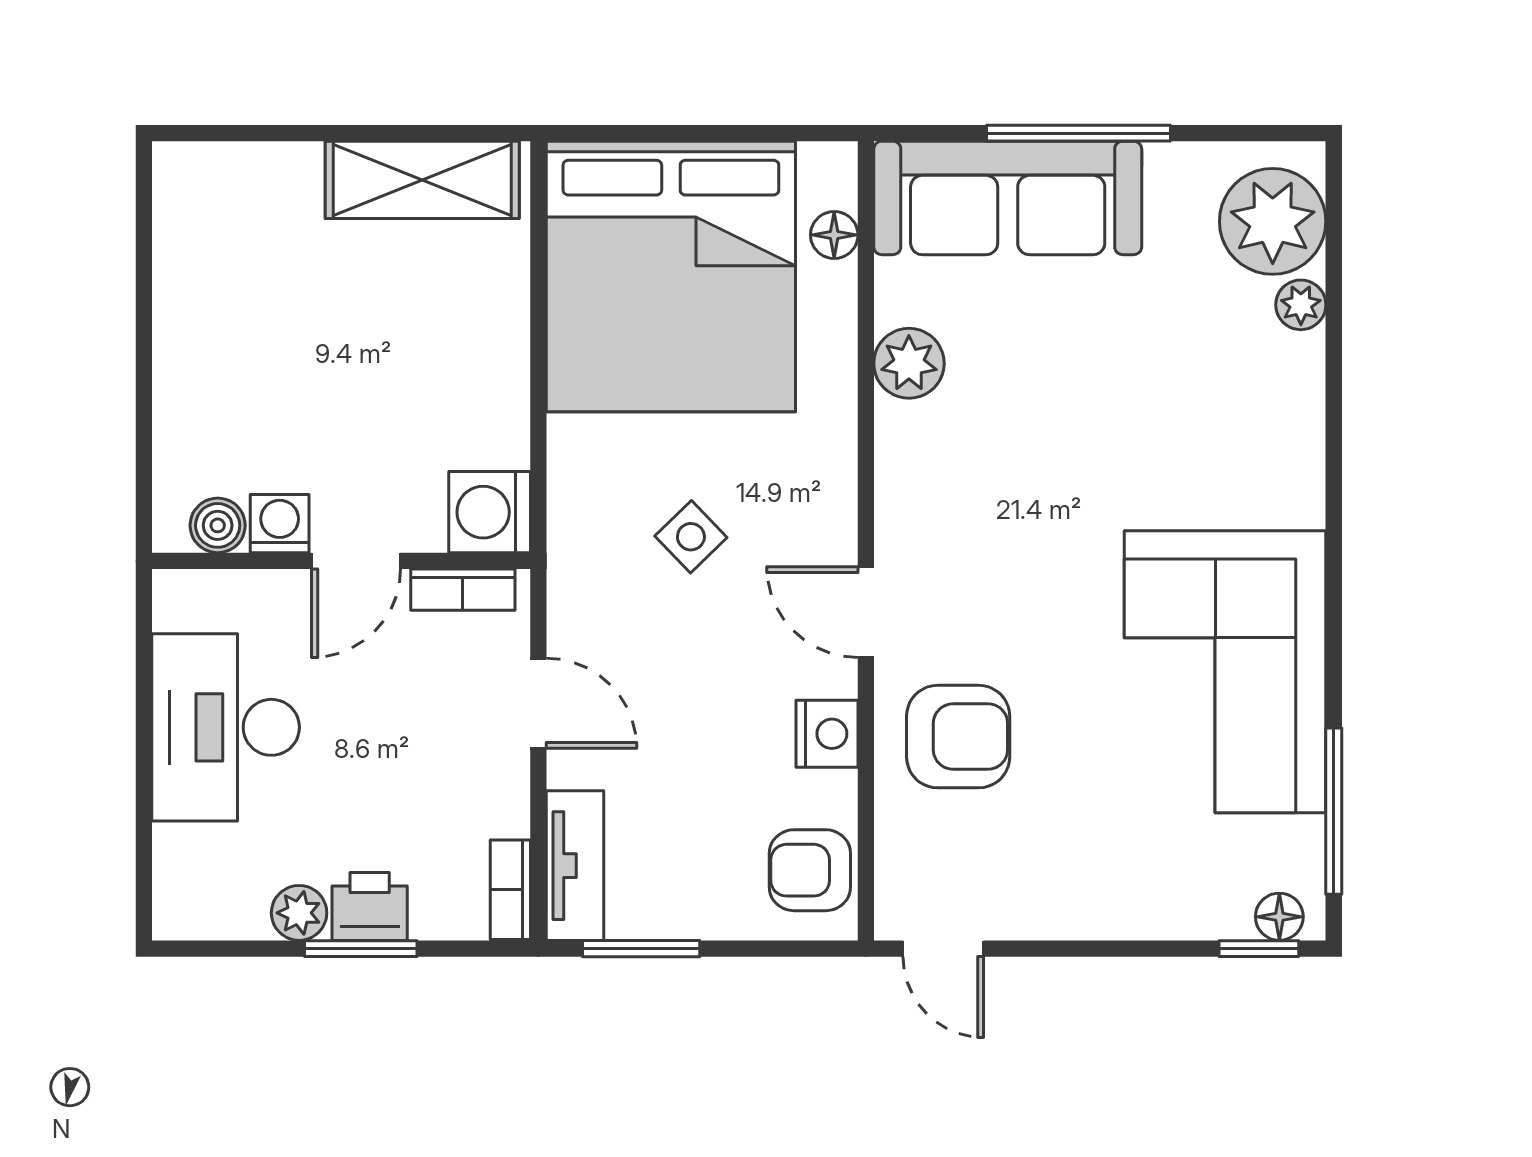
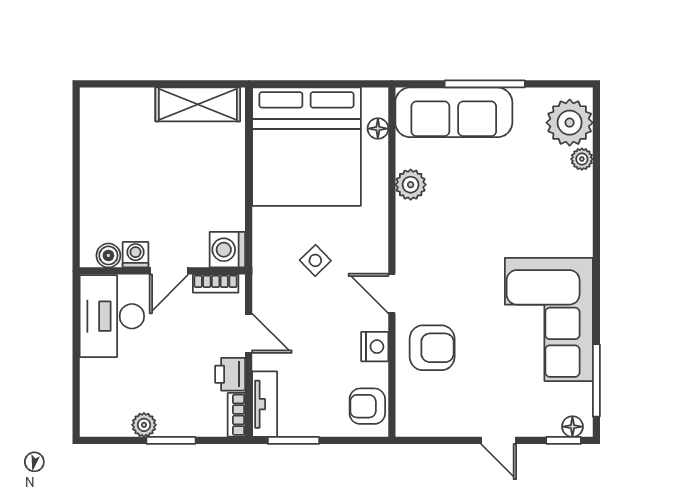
desk: (226, 727) -> (112, 316), moved
printer: (370, 906) -> (230, 374), moved, turned -90
door: (943, 949) -> (498, 440), moved

